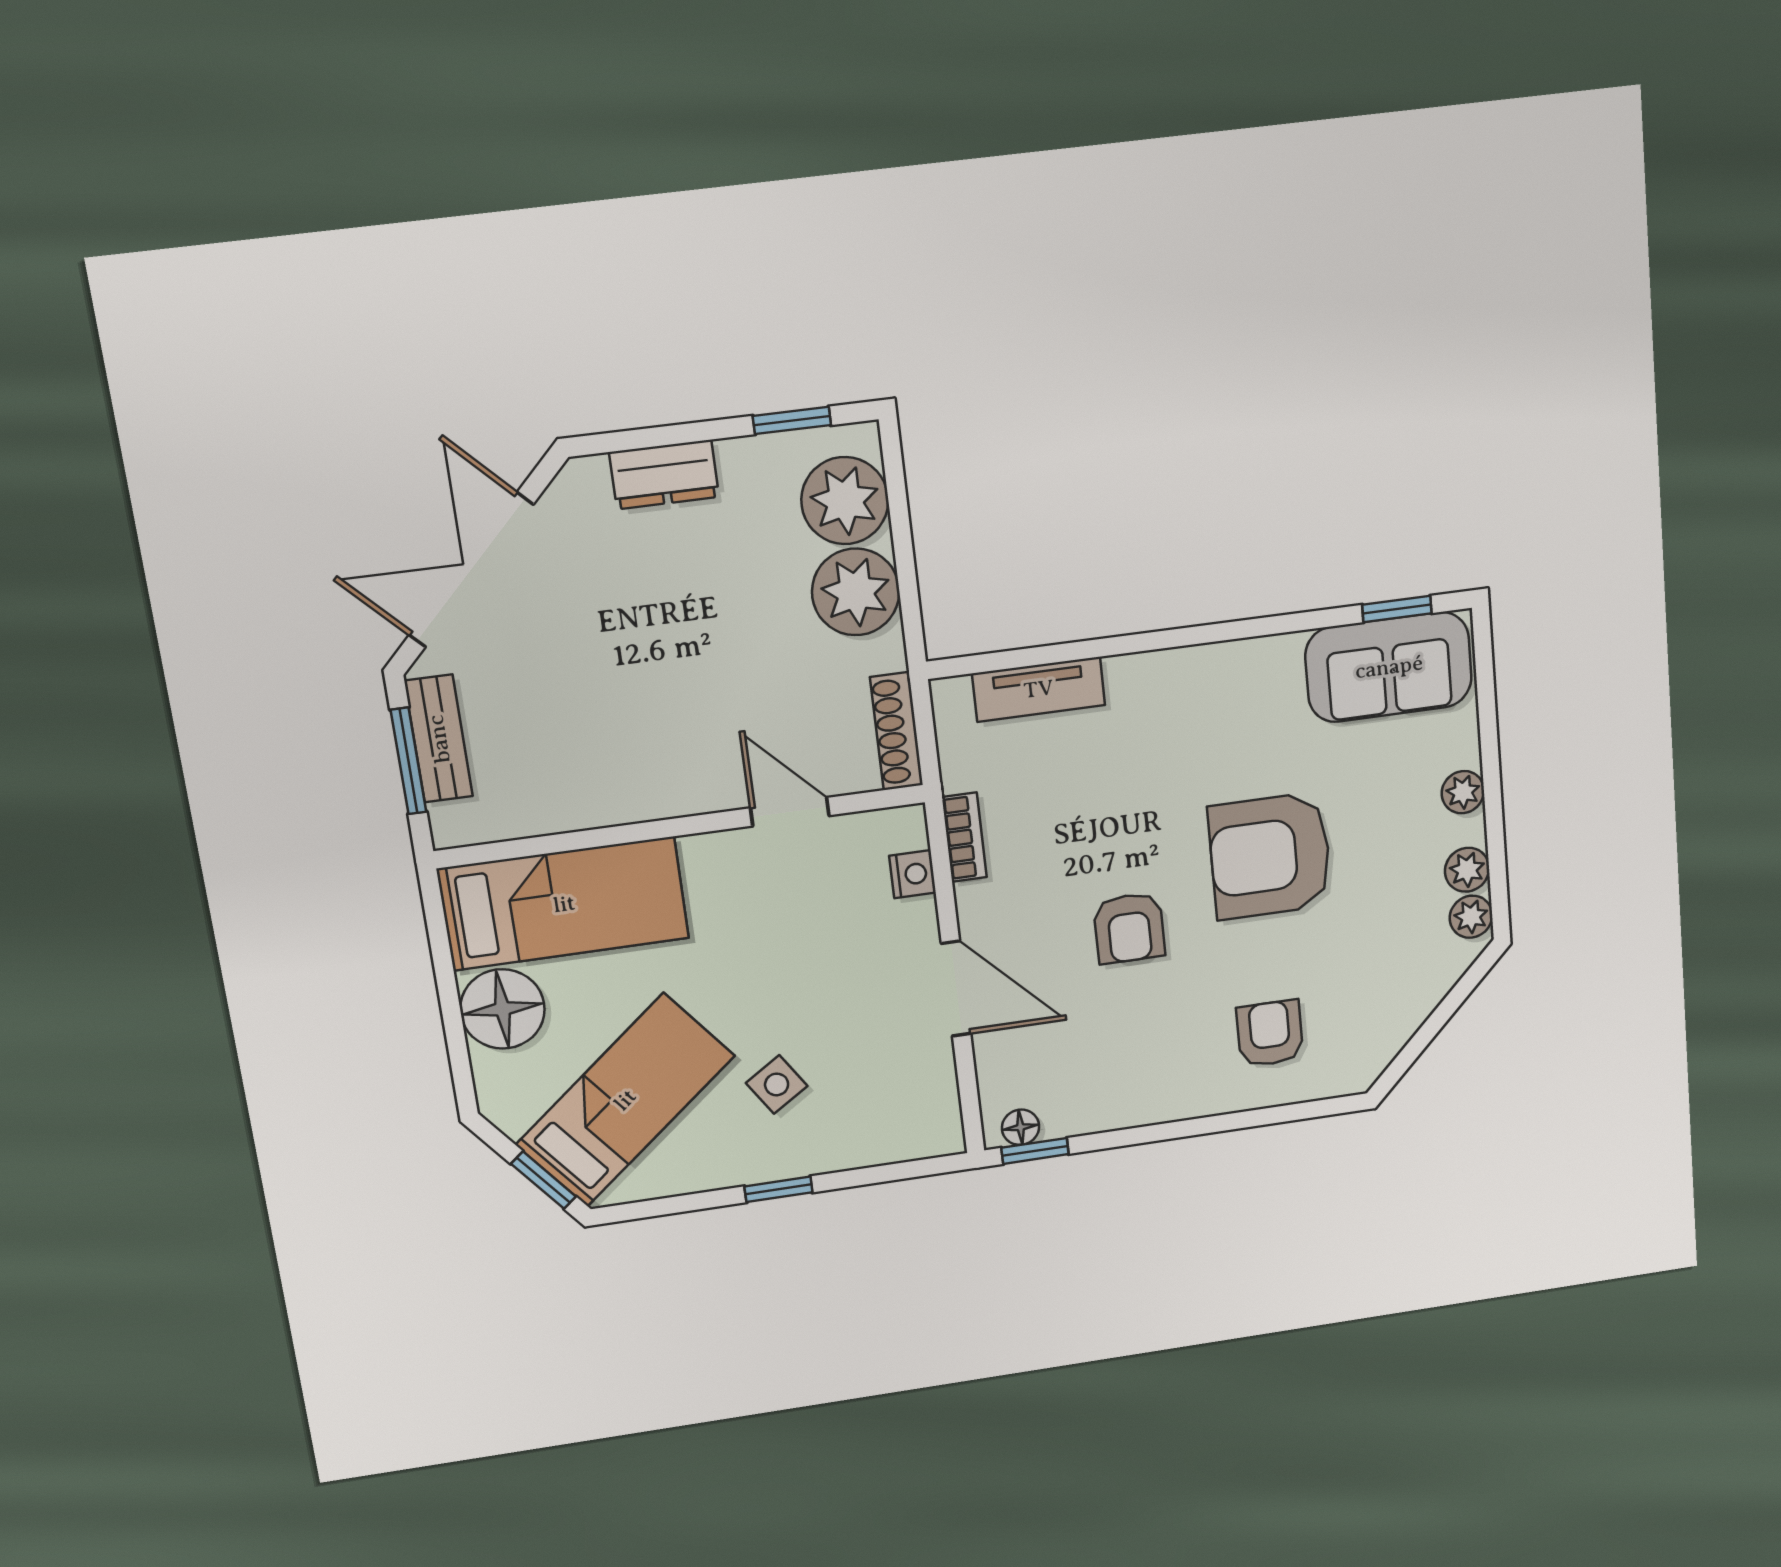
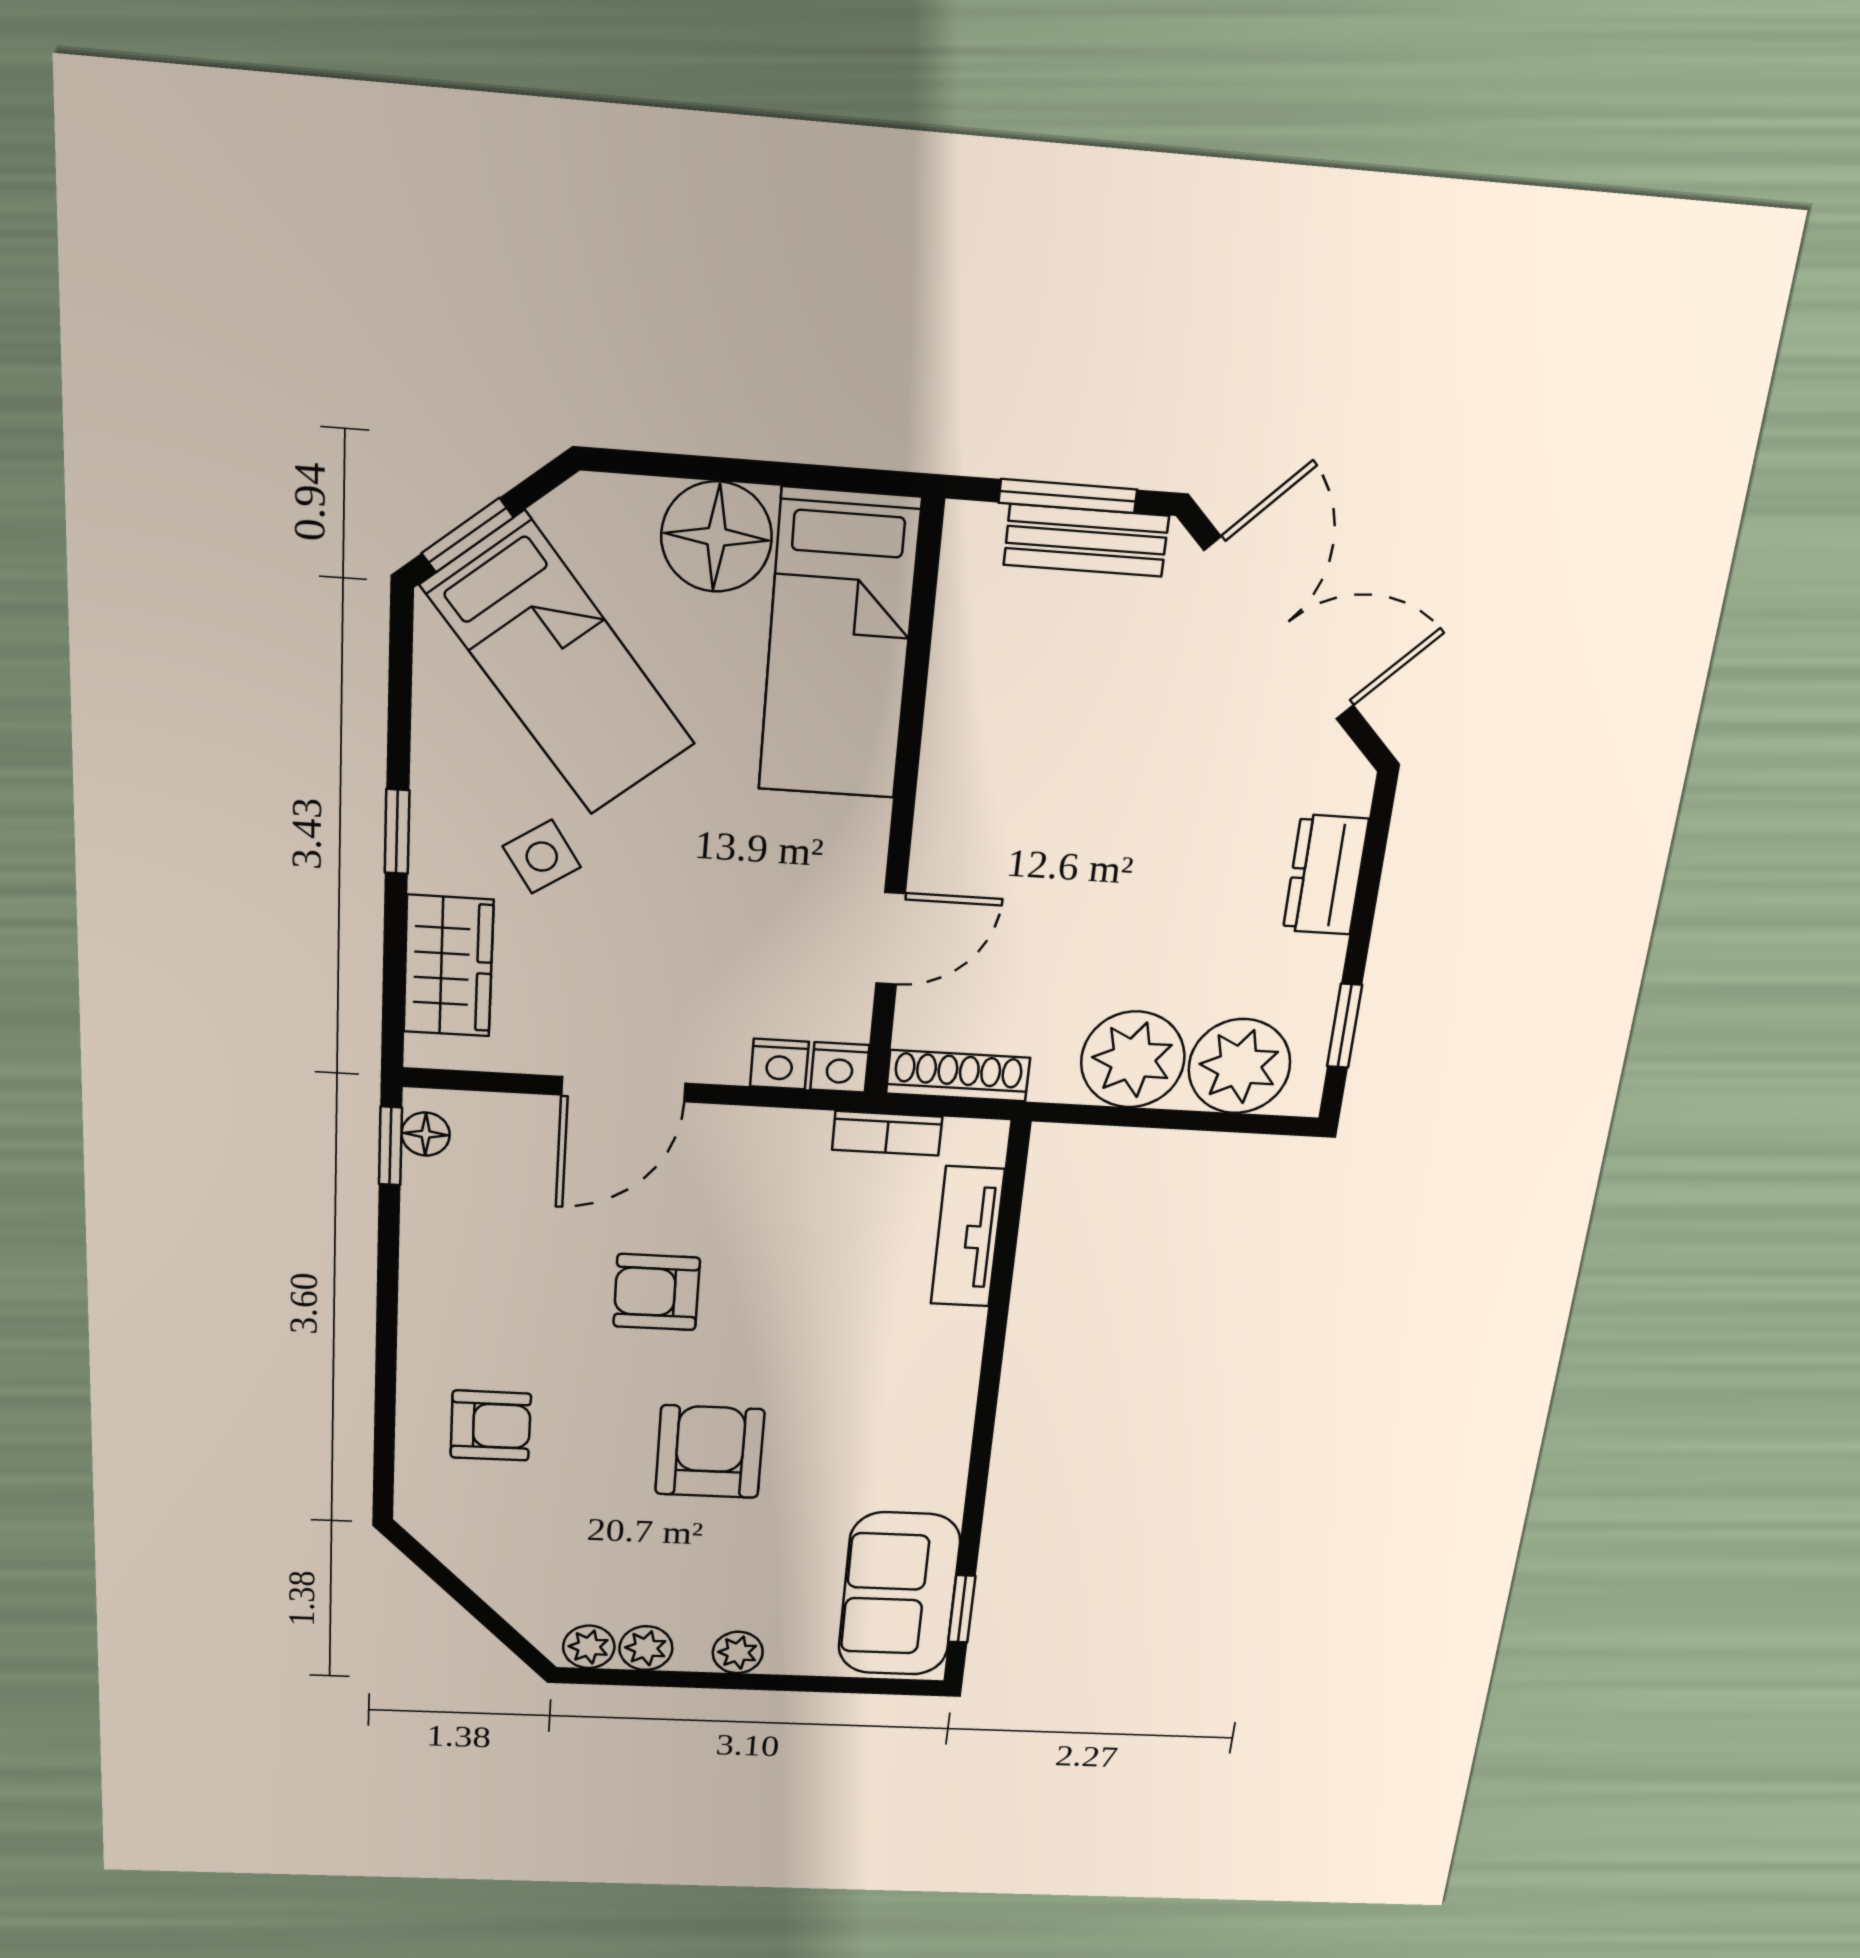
nightstand: (907, 827) -> (840, 1067), added
bookcase: (964, 837) -> (887, 1133), moved
armchair: (1270, 856) -> (710, 1452), width x0.73, depth x0.73
wardrobe: (878, 1135) -> (448, 966), added

